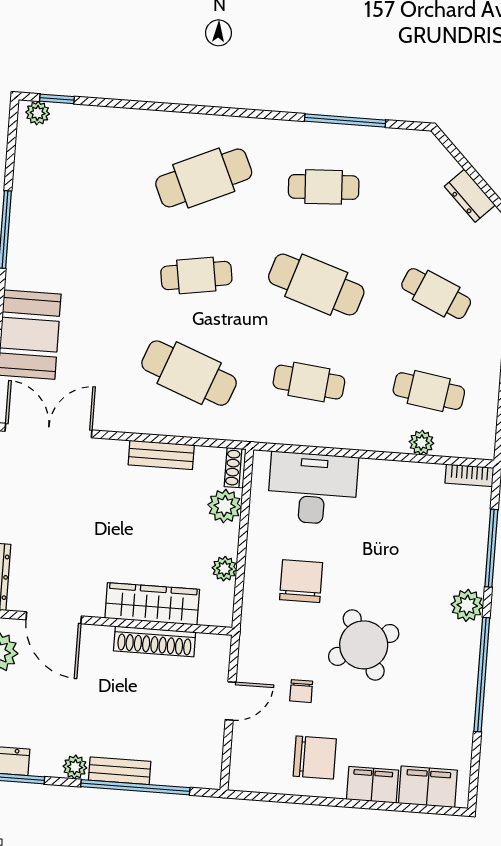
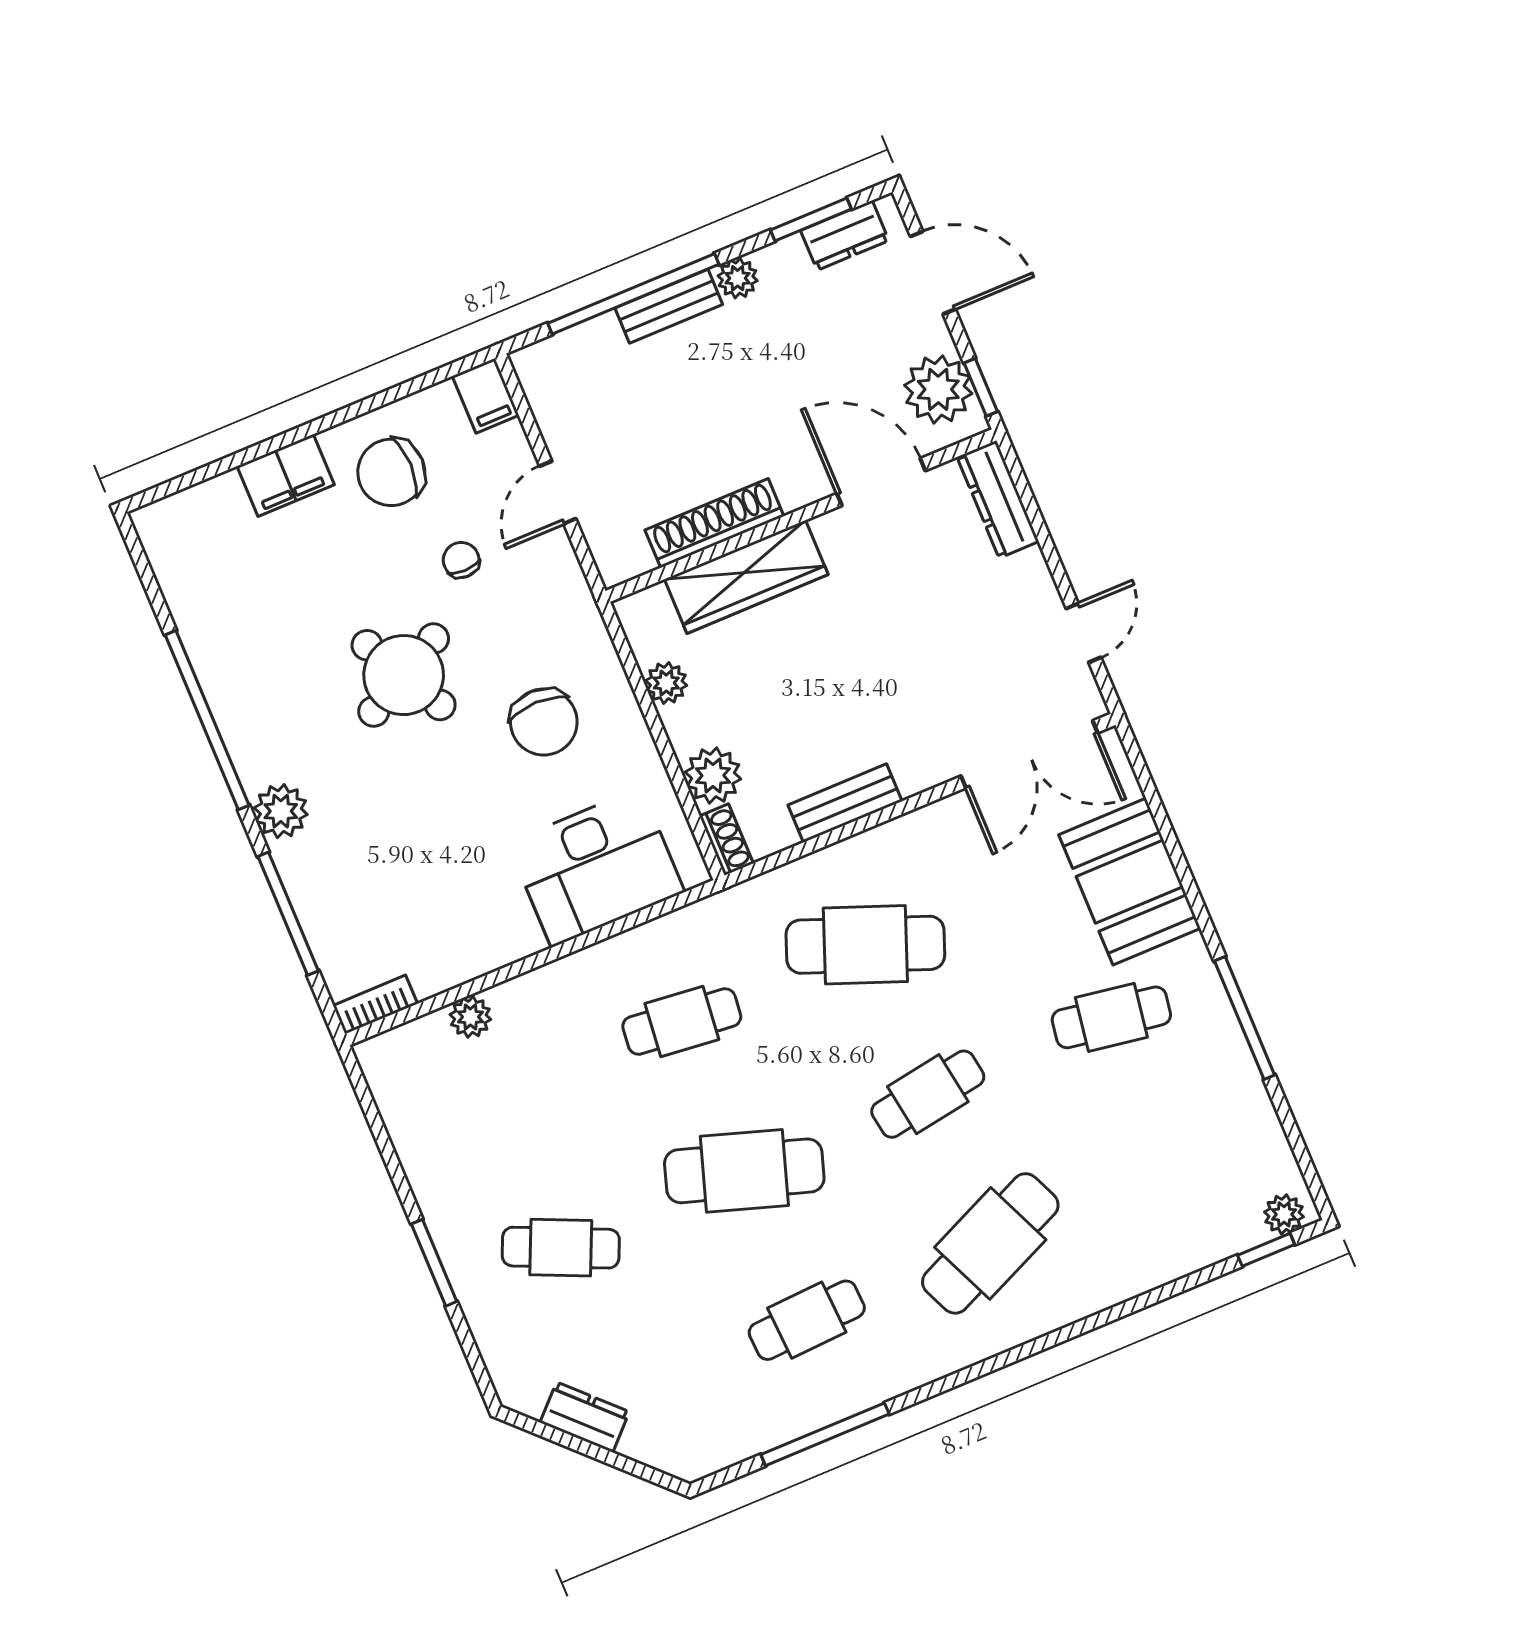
cafe table: (429, 391) -> (1111, 1017), moved
filing cabinet: (428, 787) -> (486, 396), moved, width x0.50

